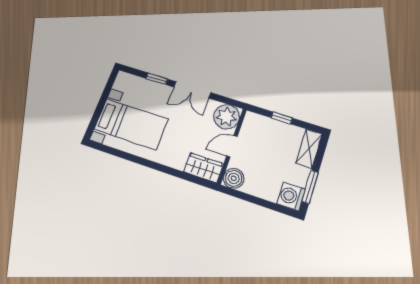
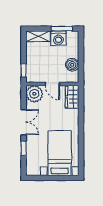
window: (282, 118) -> (24, 70), moved
boiler: (234, 178) -> (72, 65), moved
washing machine: (291, 196) -> (58, 38), moved

